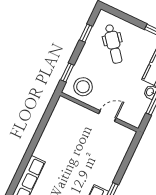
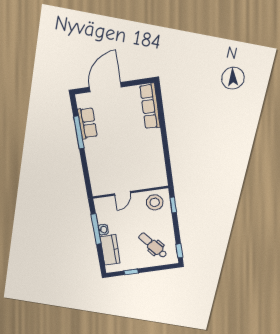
window: (86, 33) -> (179, 251), moved

